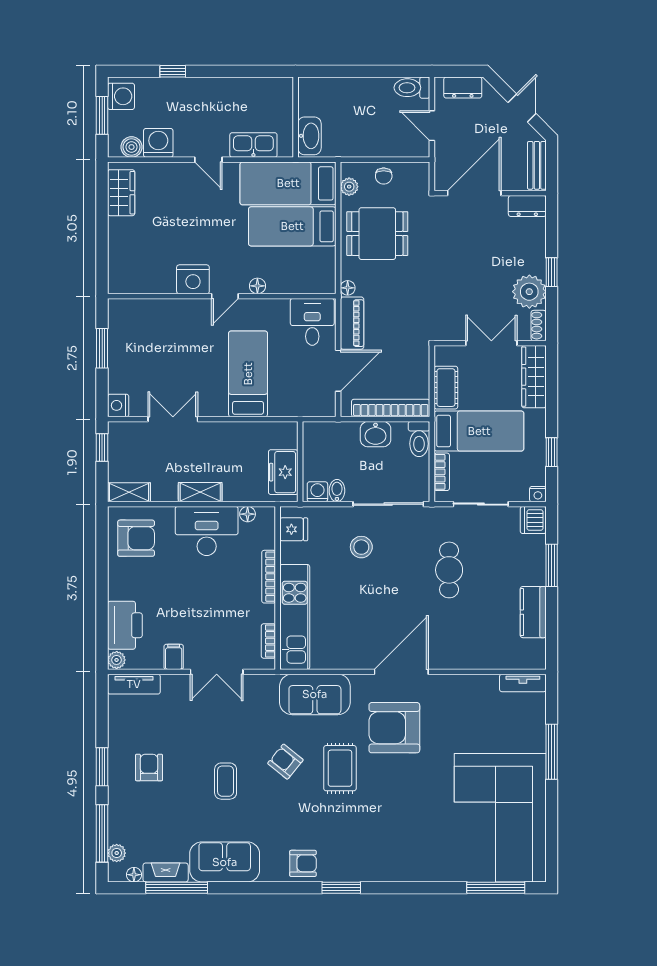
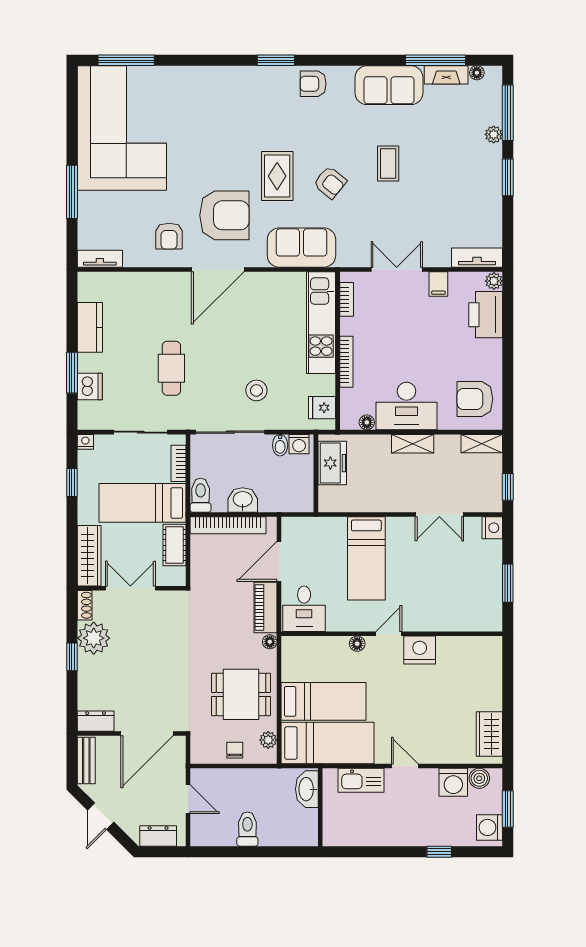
toilet: (412, 88) -> (247, 829), moved, turned -90
double door: (491, 343) -> (130, 588), swing flipped
dishwasher: (533, 520) -> (90, 386), moved
armchair: (149, 768) -> (169, 236), moved
plant: (117, 853) -> (494, 134), moved

